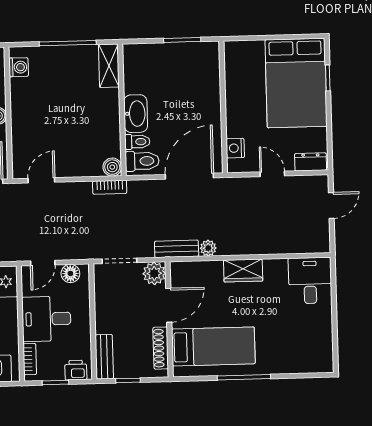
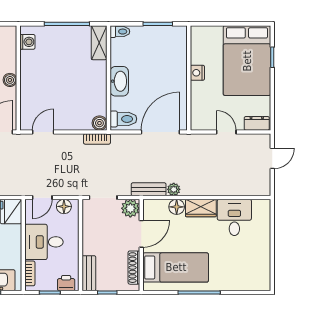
toilet: (137, 142) -> (120, 32), moved
nightstand: (235, 148) -> (197, 73), moved
floor lamp: (212, 270) -> (177, 207), added
desk: (310, 281) -> (234, 217), moved

